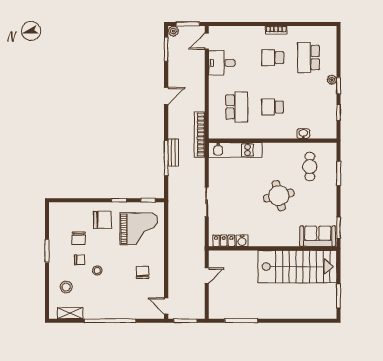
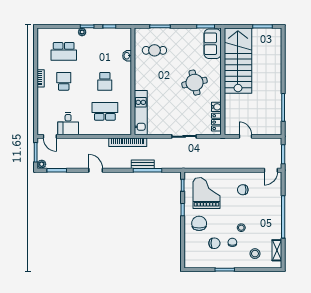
school desk: (273, 58) -> (64, 81), turned 180
round table: (279, 196) -> (195, 83), moved

